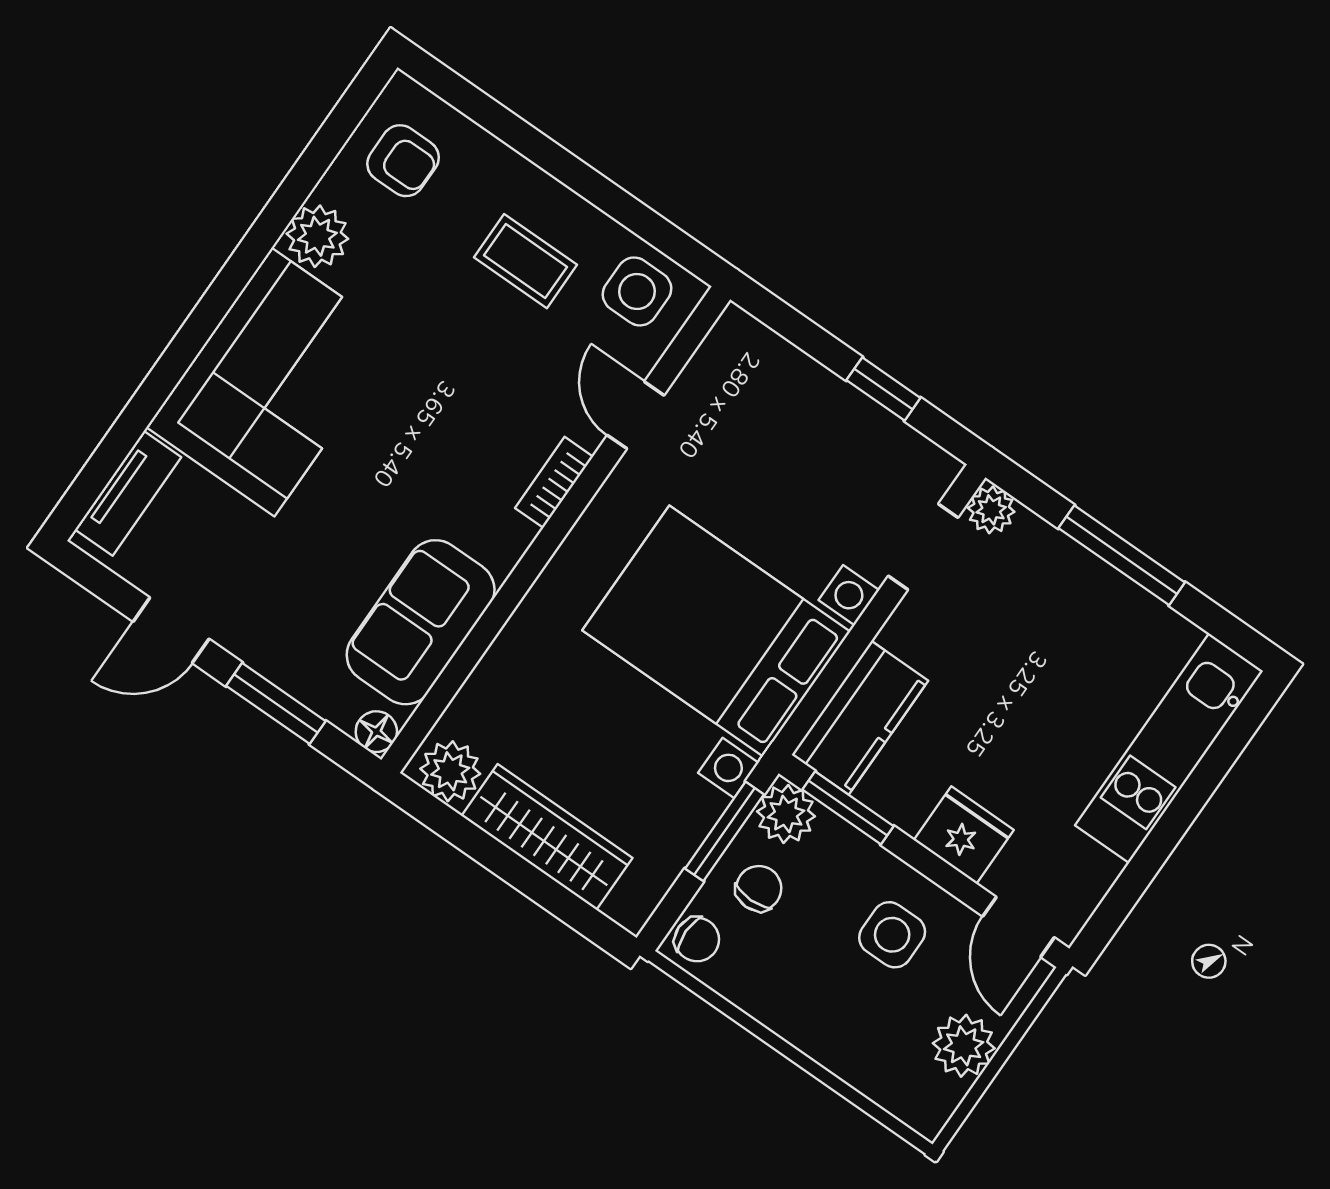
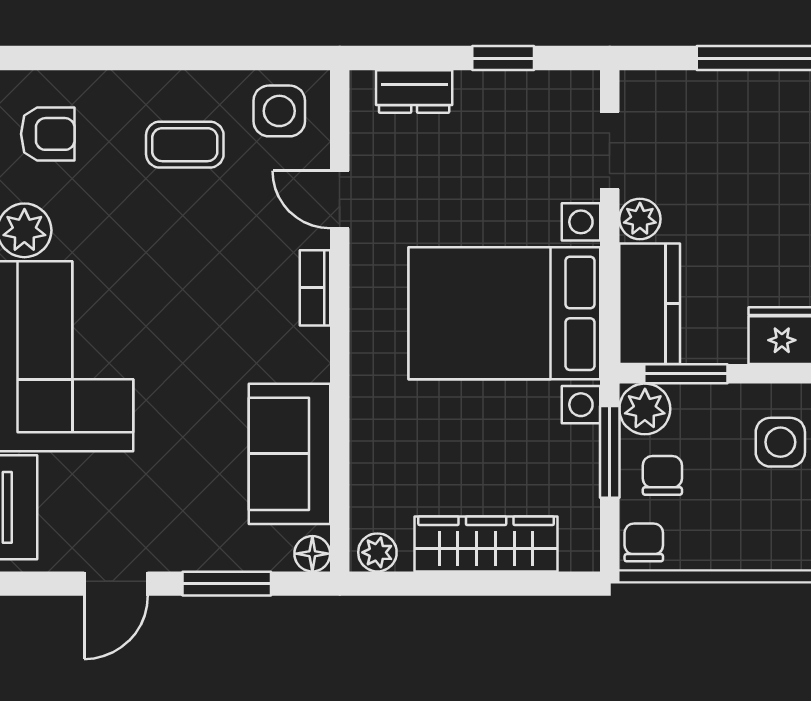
dresser: (777, 362) -> (414, 91), added
plant: (991, 510) -> (640, 219), moved
plant: (450, 771) -> (377, 552), width x0.73, depth x0.73
chair: (697, 939) -> (644, 542), turned -90

